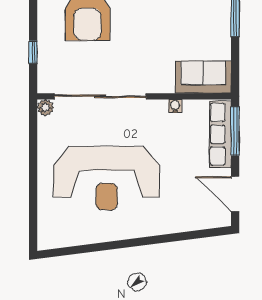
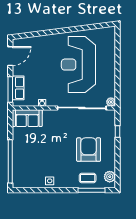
row of seats: (220, 134) -> (18, 88), width x0.68
reception desk: (107, 178) -> (78, 65), turned -90
door: (235, 194) -> (10, 56), hinge flipped

